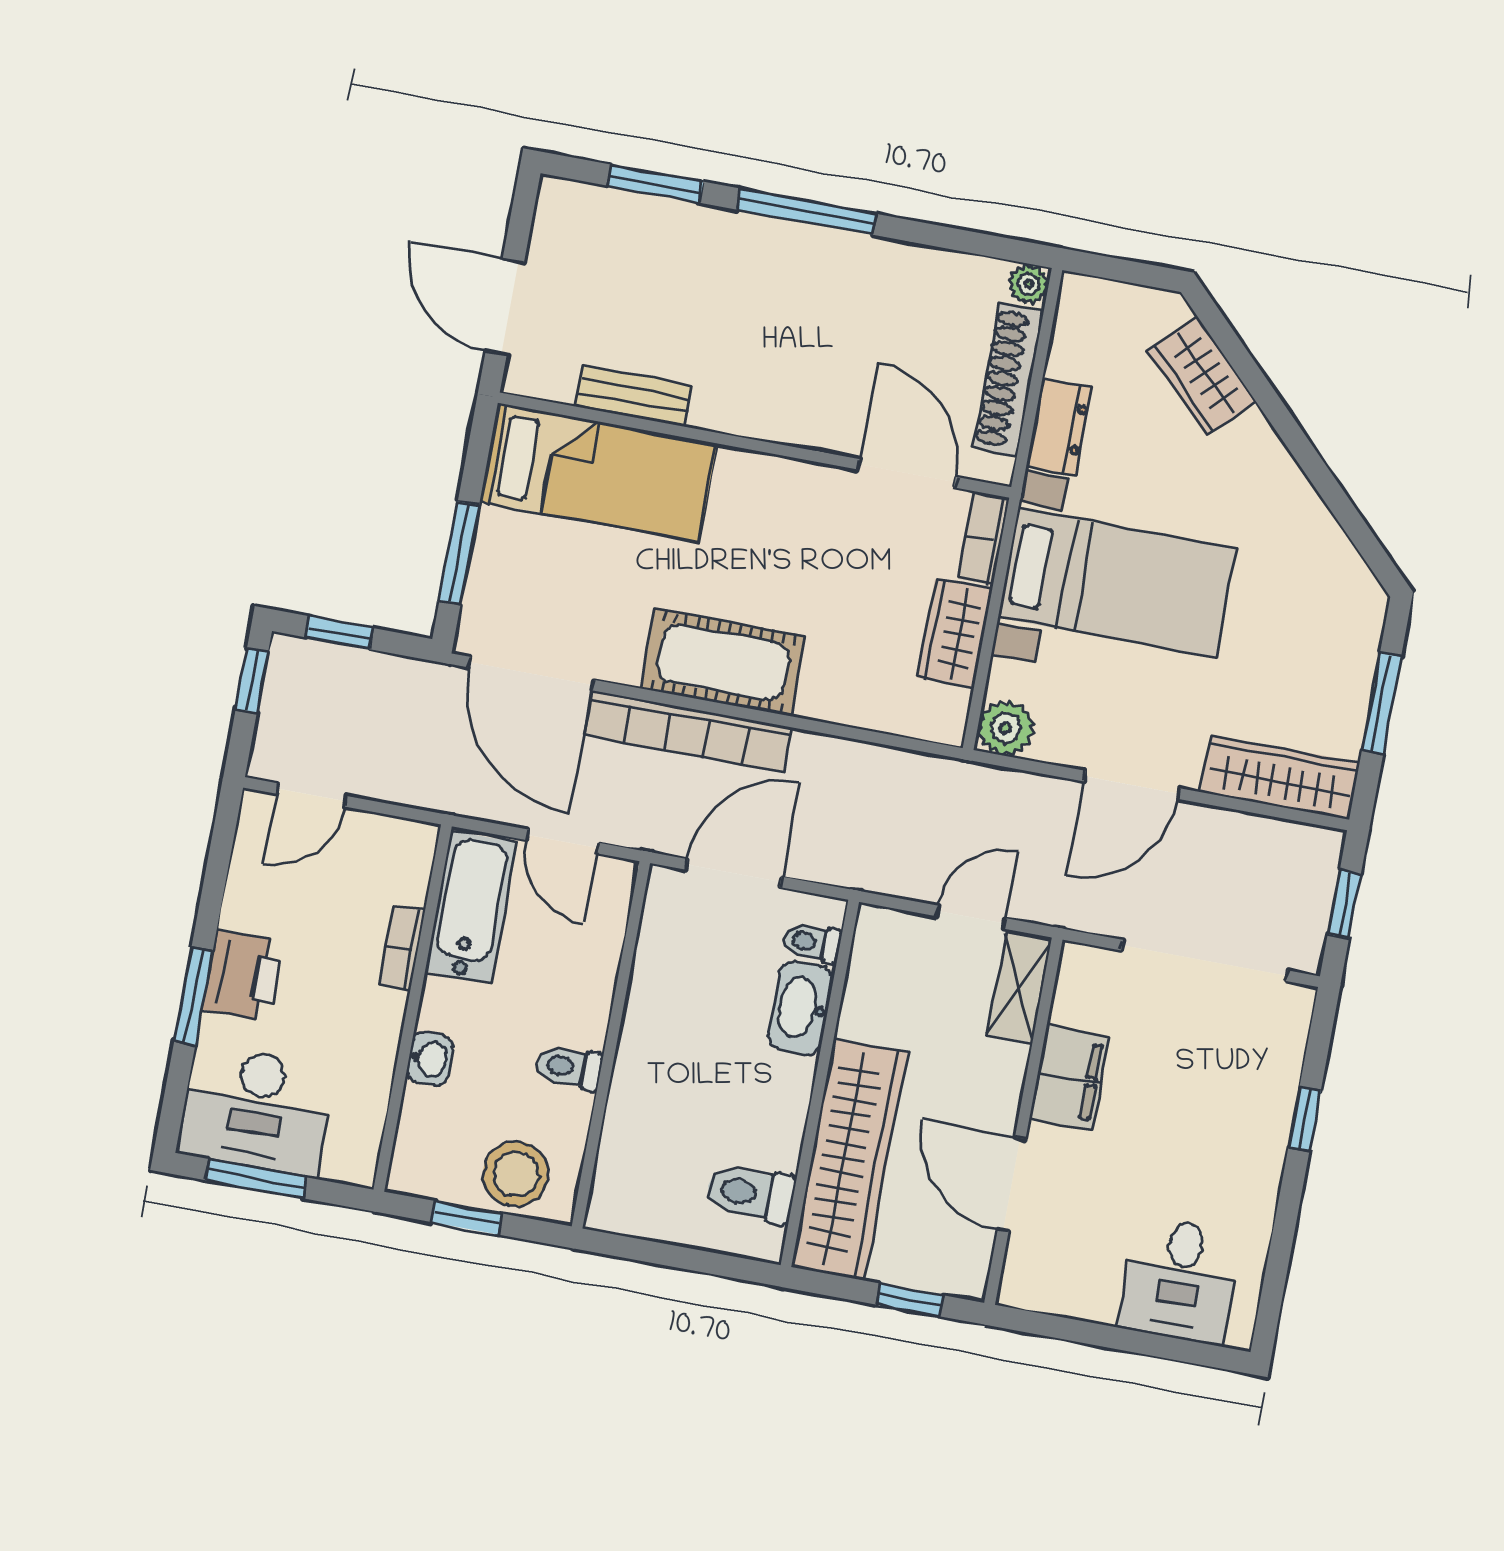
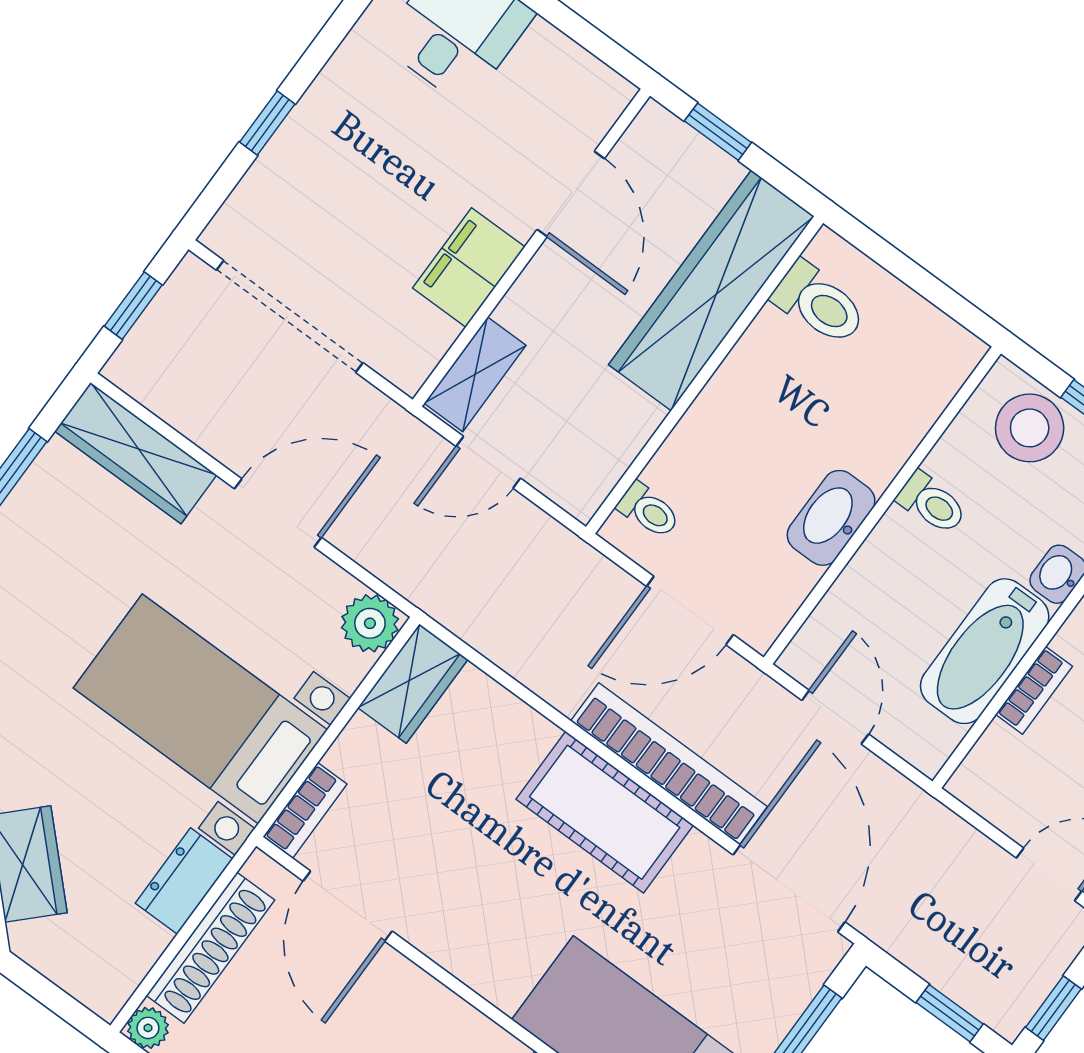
wardrobe: (955, 633) -> (413, 684), moved
bathtub: (471, 907) -> (985, 651), moved
washbasin: (800, 1008) -> (831, 518), moved, turned 180

